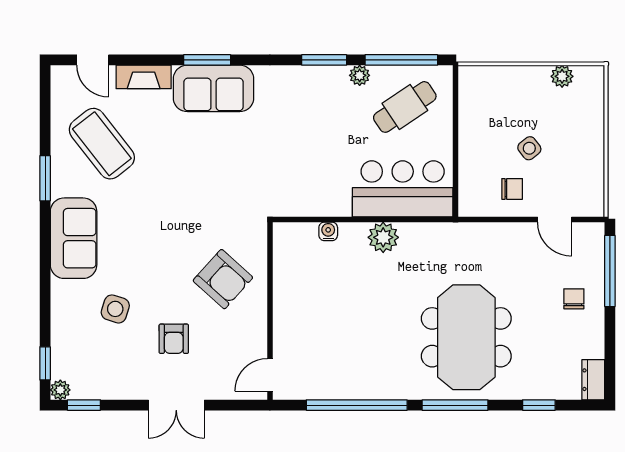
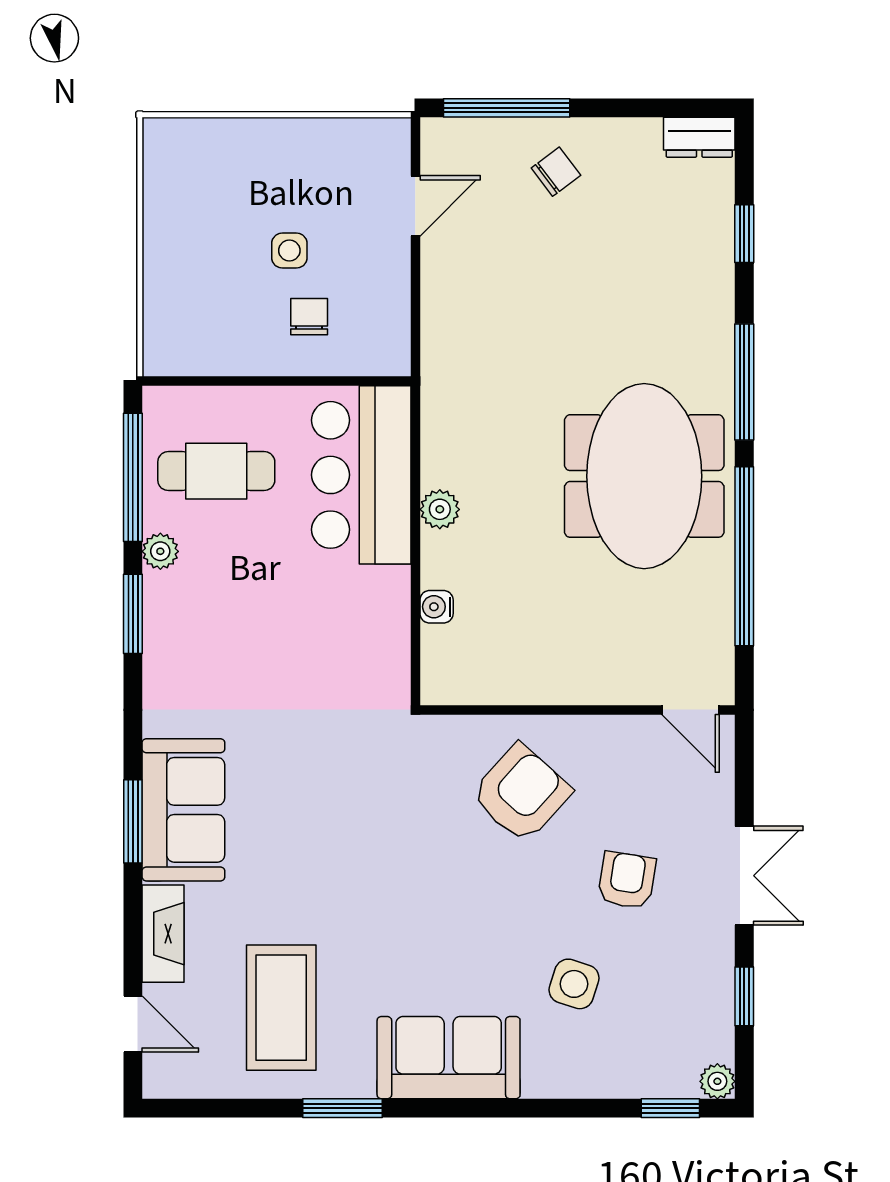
door: (93, 60) -> (133, 1024), hinge flipped
plant: (562, 76) -> (162, 193), removed
cafe table: (405, 107) -> (216, 471), turned -56
coffee table: (102, 144) -> (281, 1008), turned -52
side table: (529, 148) -> (289, 251), turned 38
chair: (512, 189) -> (309, 317), moved
plant: (383, 237) -> (440, 509), width x0.73, depth x0.73
chair: (574, 299) -> (556, 172), turned 143
meeting table: (466, 337) -> (644, 476), moved, turned 90
armchair: (174, 339) -> (627, 880), turned -81
window: (84, 405) -> (744, 996), moved

